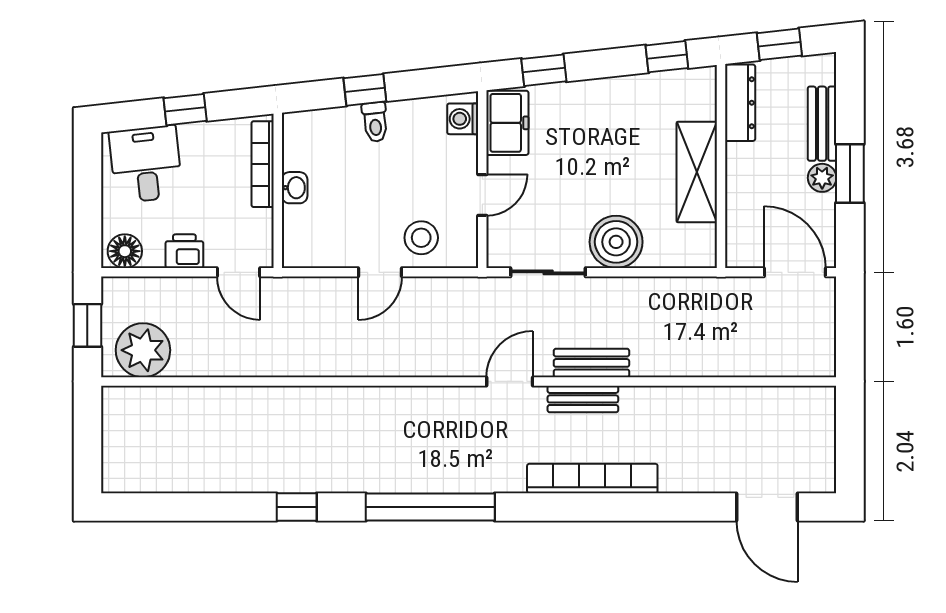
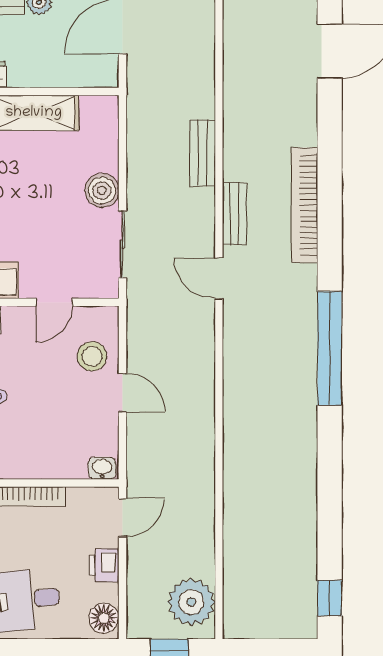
washbasin: (295, 188) -> (102, 468), moved
door: (482, 195) -> (54, 302), swing flipped
boiler: (616, 242) -> (102, 190), width x0.73, depth x0.73
bench: (591, 363) -> (203, 153), moved
window: (297, 507) -> (330, 598), moved

